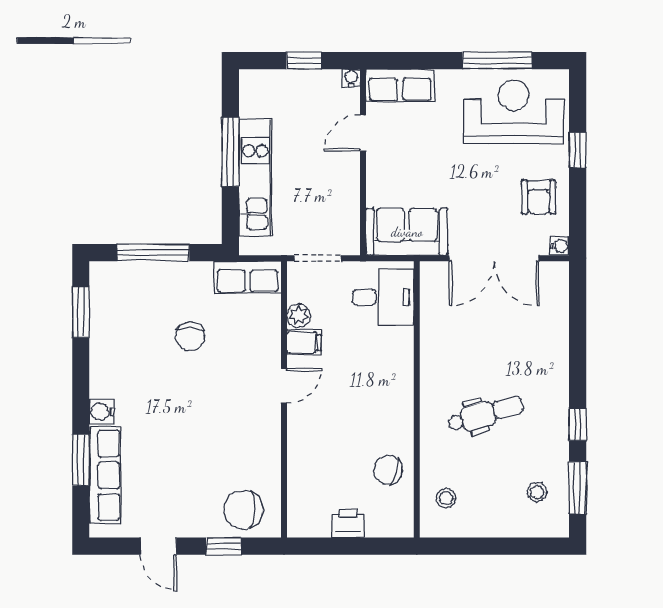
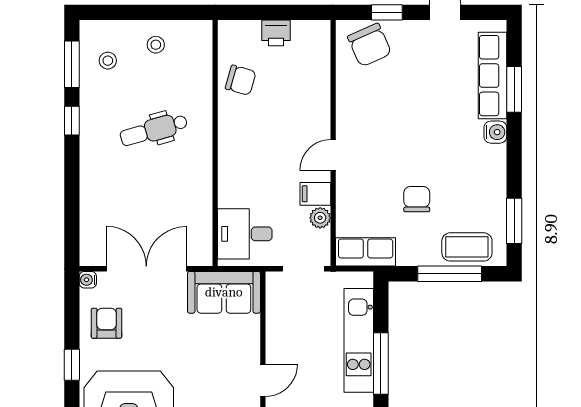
coffee table: (134, 283) -> (467, 247), added
stool: (446, 498) -> (156, 45), moved
chair: (243, 510) -> (370, 45), turned 66

